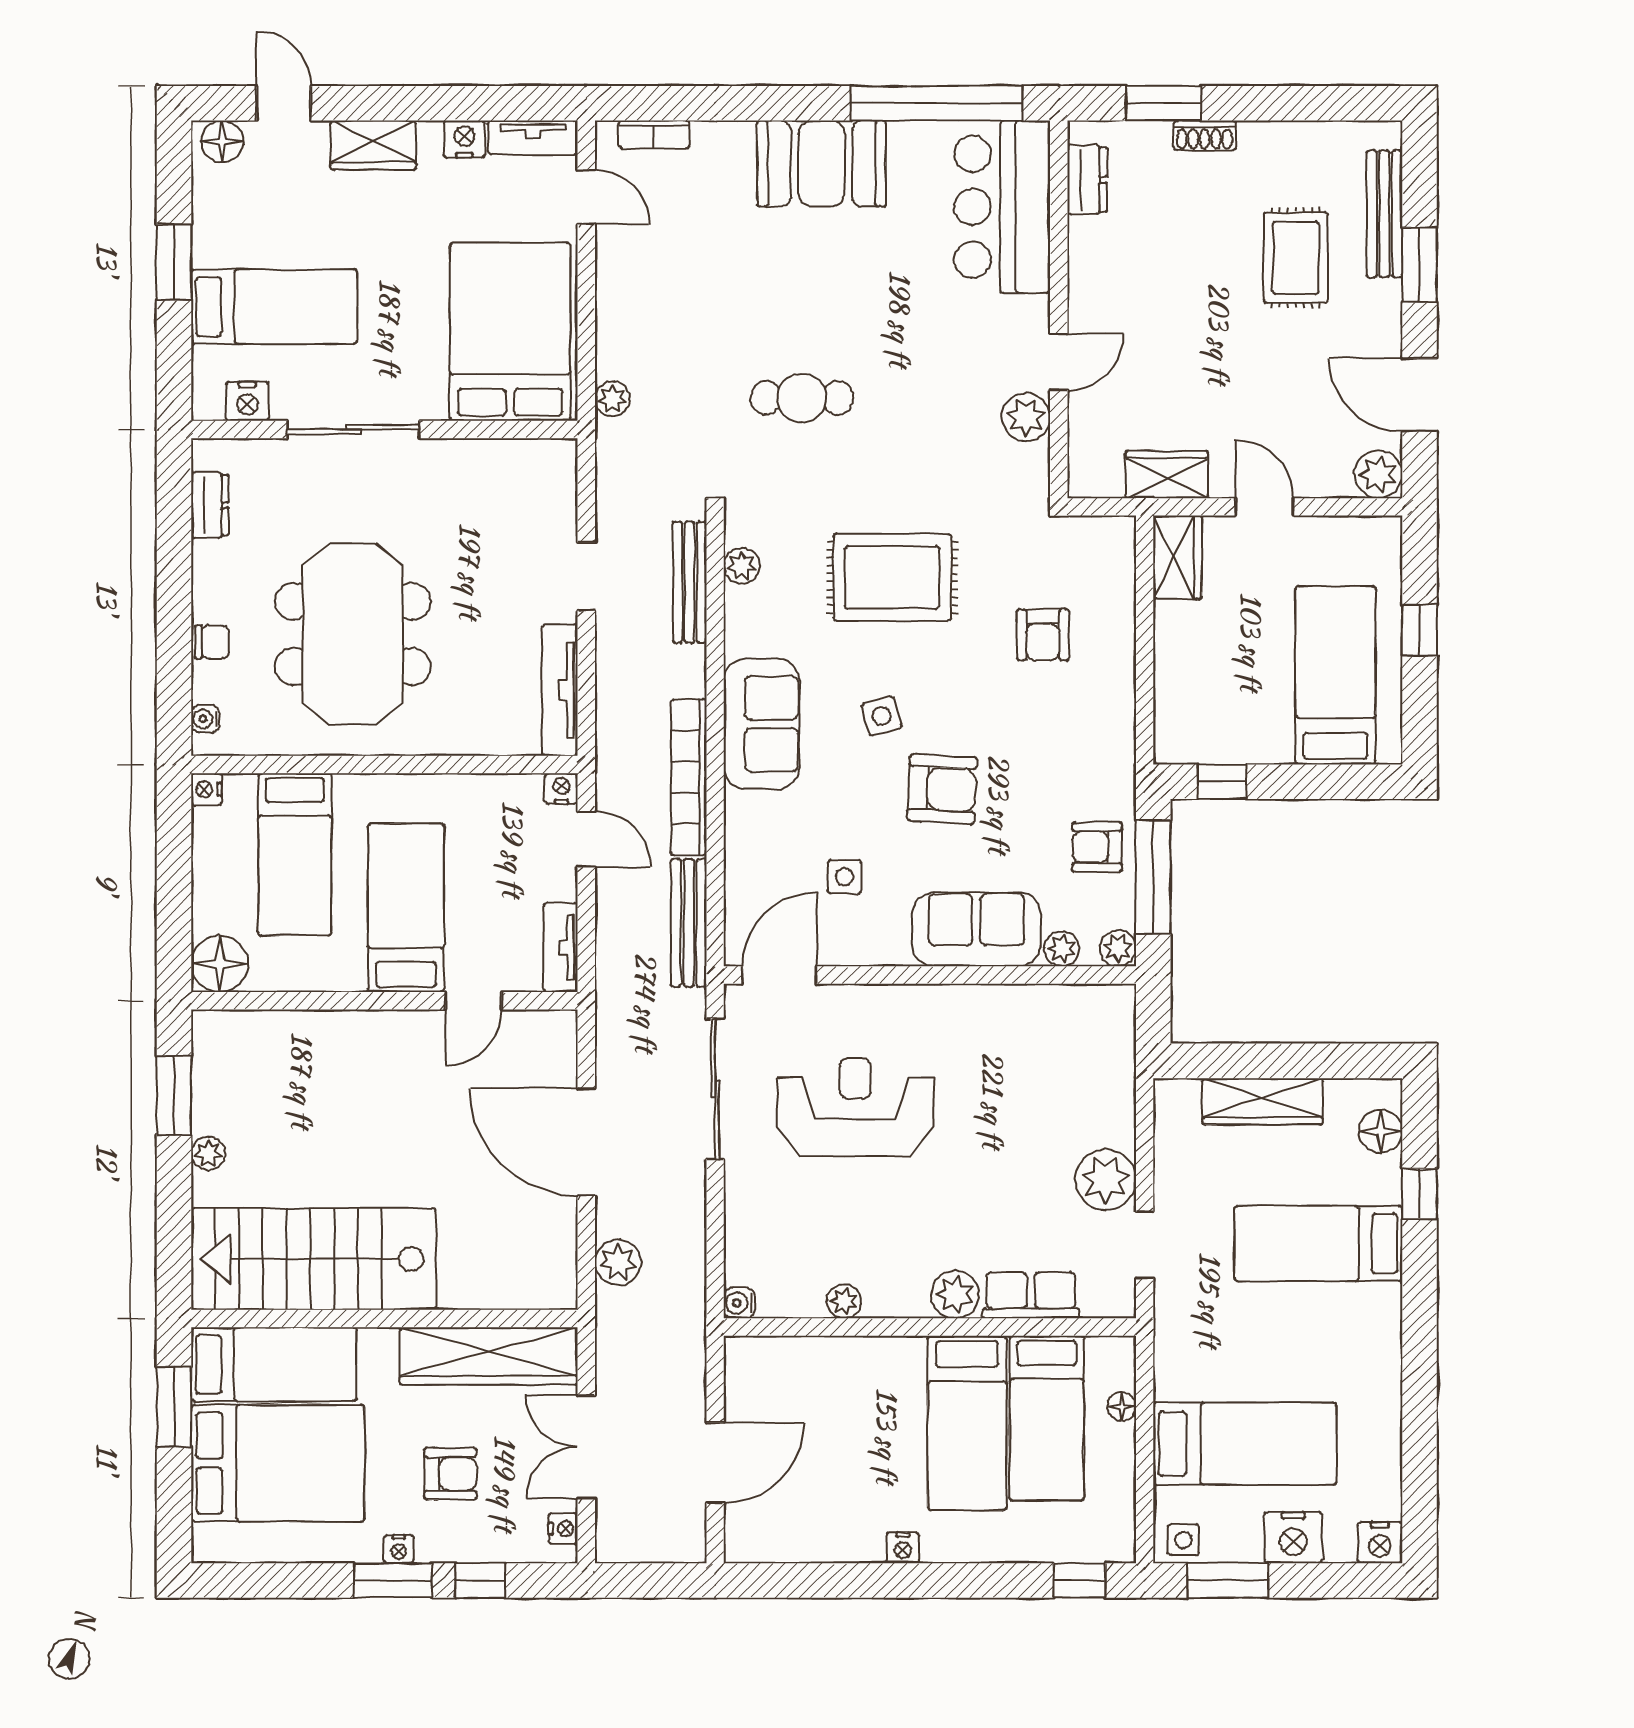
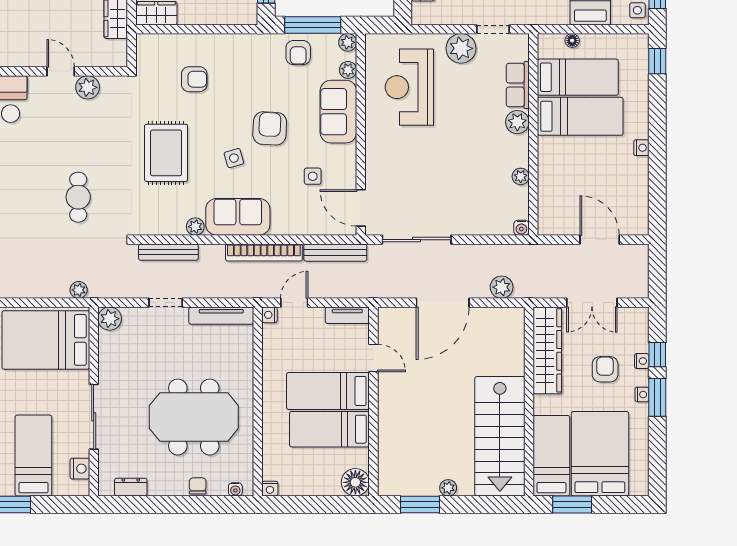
plant: (554, 462) -> (110, 319), added
plant: (742, 566) -> (195, 227), moved
bed: (295, 854) -> (329, 429), moved, turned 180
reception desk: (855, 1107) -> (409, 87), moved
nightstand: (563, 1529) -> (642, 361), moved, turned 90

